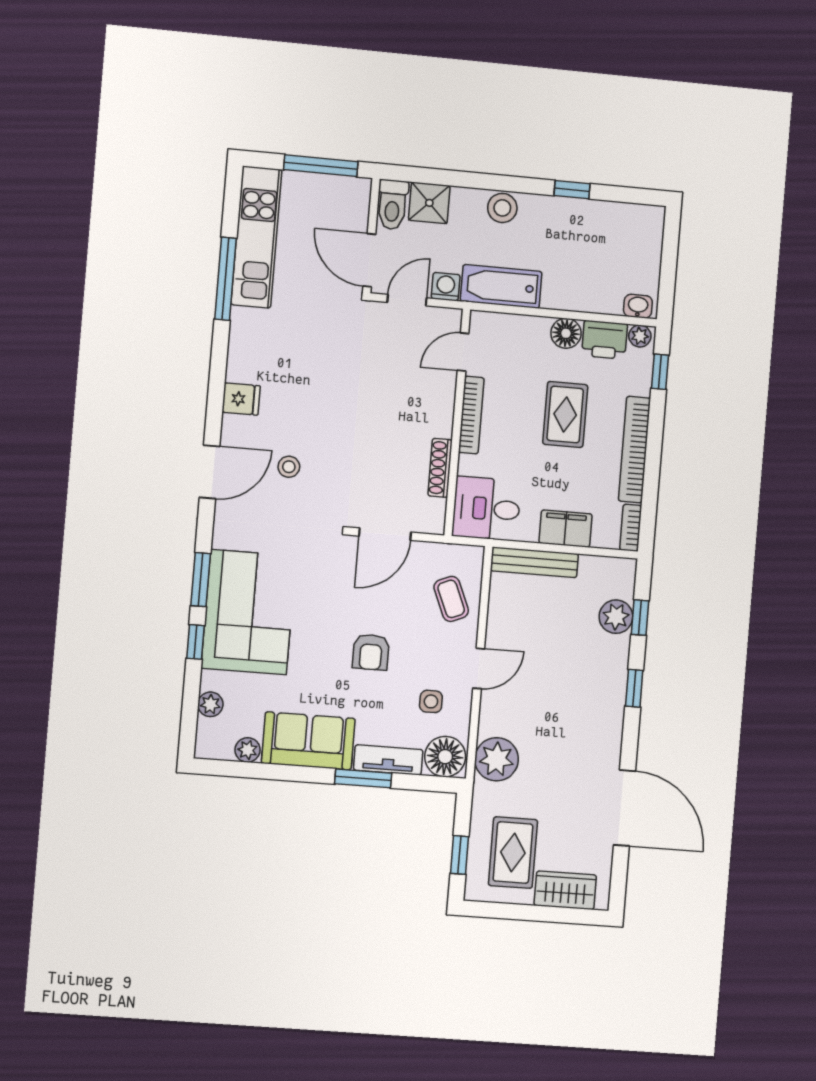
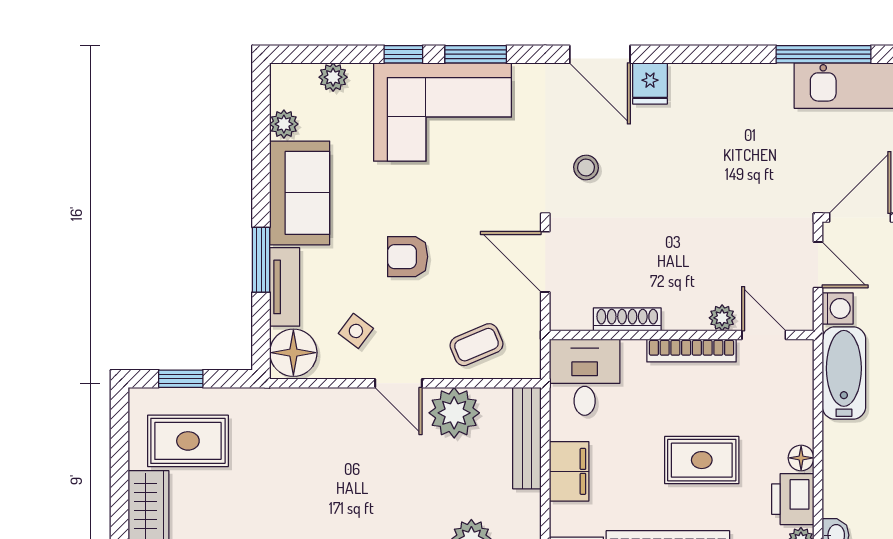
floor lamp: (566, 333) -> (801, 458), width x0.73, depth x0.73
plant: (445, 386) -> (722, 318), added
fridge: (241, 399) -> (650, 83), moved
stool: (289, 467) -> (586, 167), moved
side table: (431, 701) -> (356, 331), turned 37
plant: (497, 759) -> (454, 413), moved

